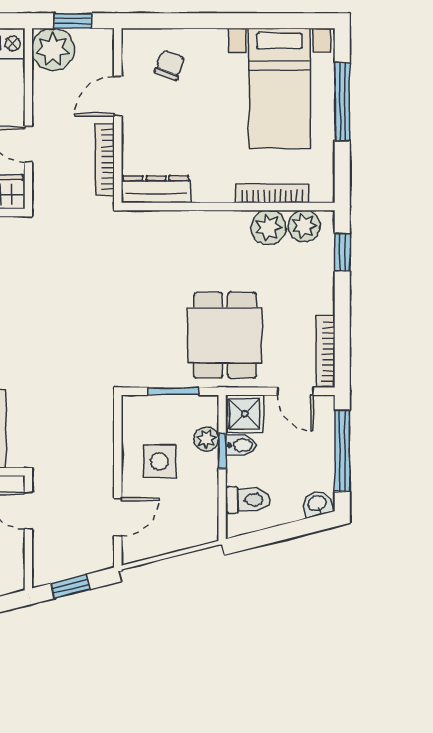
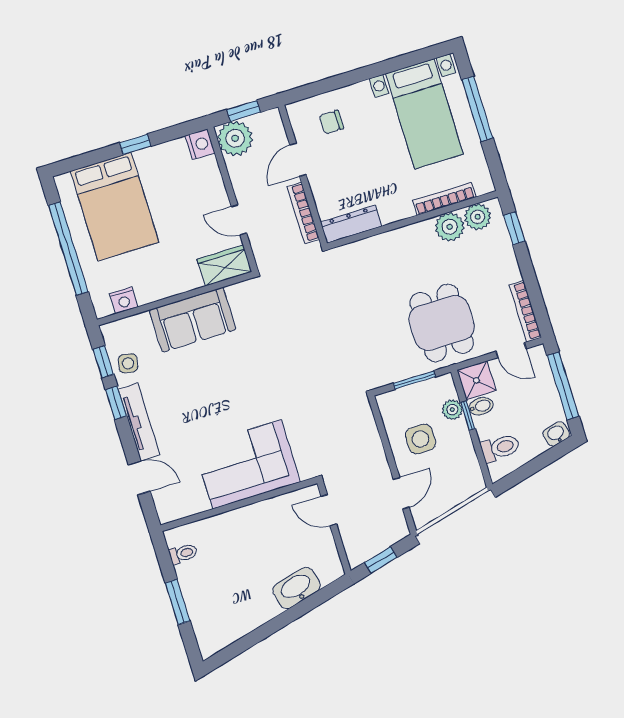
chair: (170, 65) -> (331, 122), turned -111

